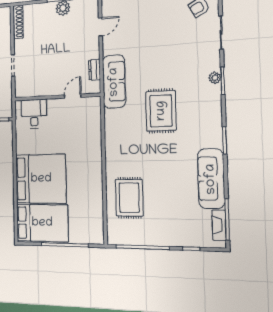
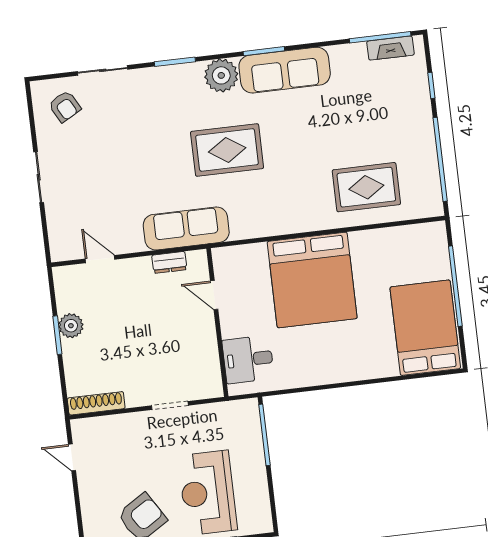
plant: (215, 78) -> (221, 75), moved, width x1.87, depth x1.87
bed: (41, 179) -> (312, 280), moved, turned 180
sofa: (211, 179) -> (285, 70), moved

